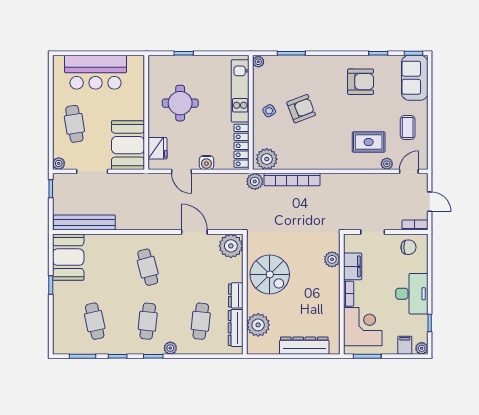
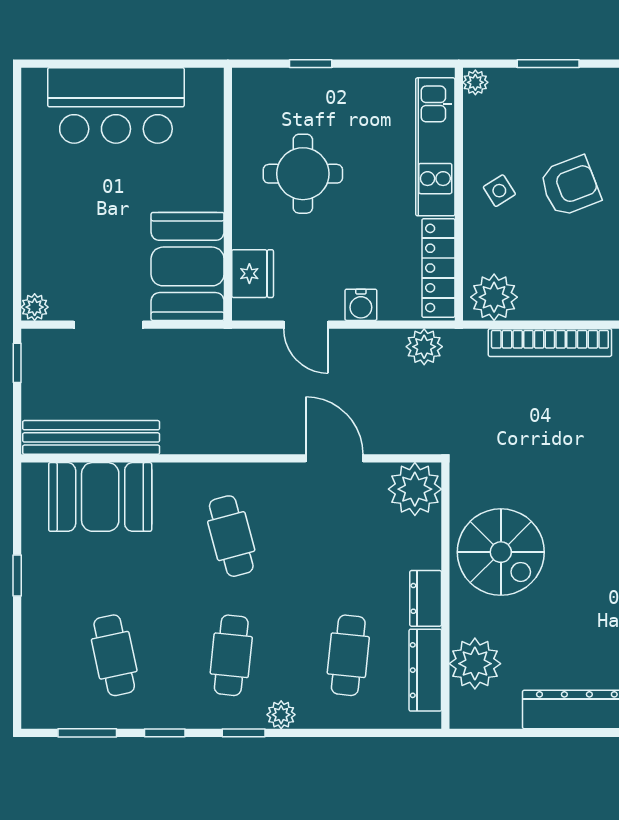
cafe table: (74, 124) -> (69, 220), removed
plant: (255, 181) -> (424, 347), moved
booth: (68, 257) -> (100, 497), moved, turned 90

